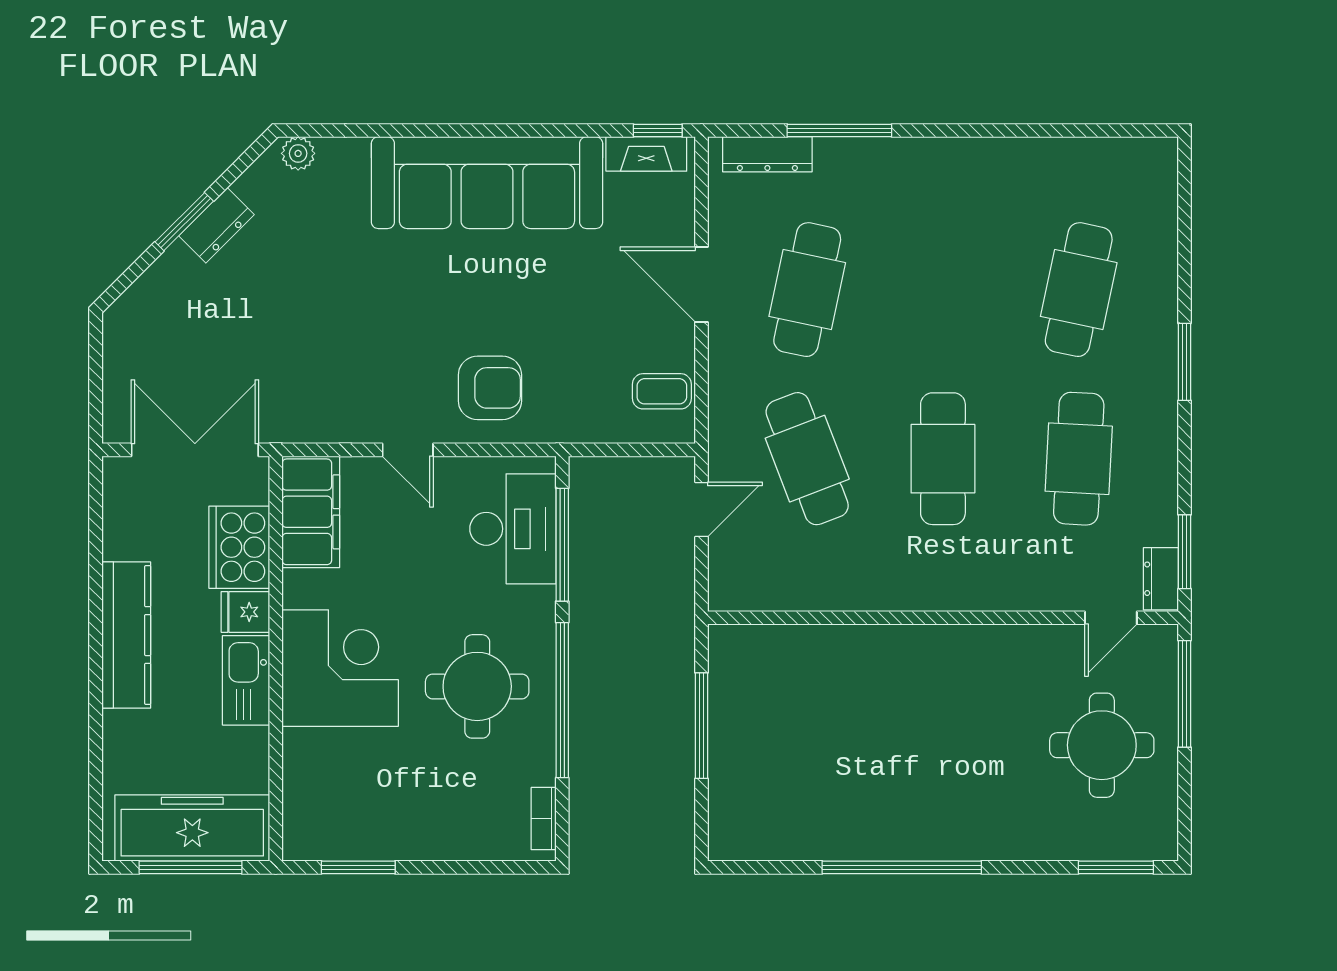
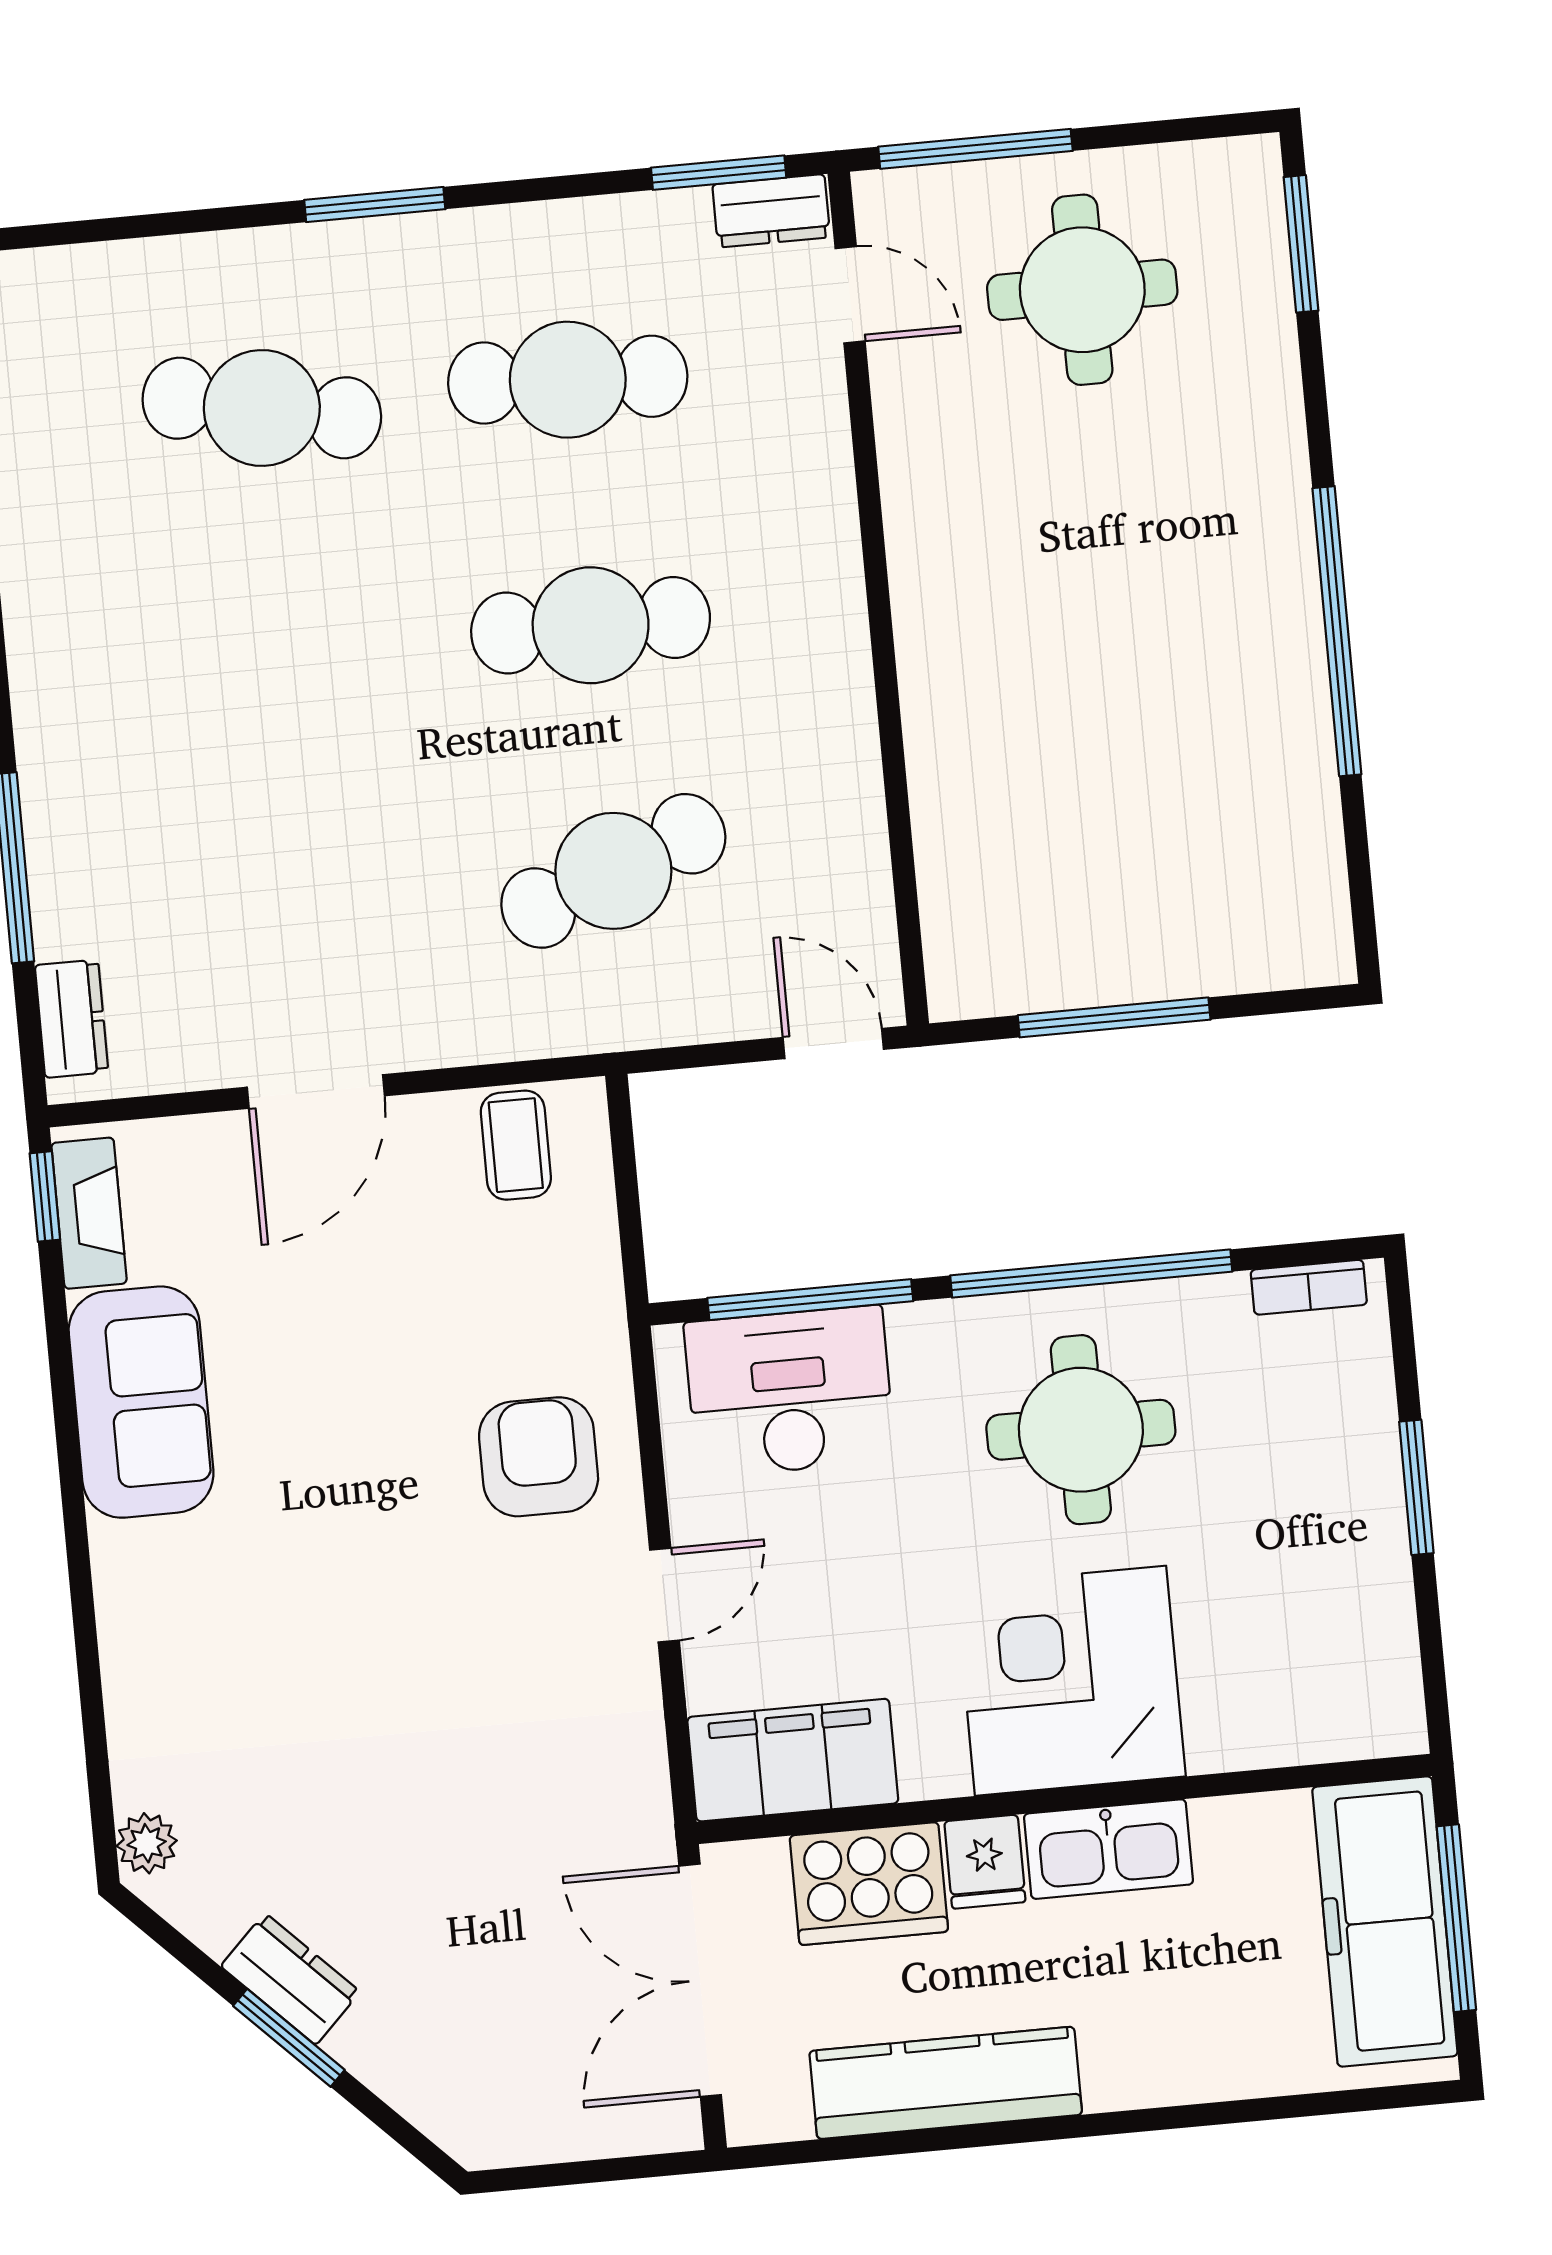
dresser: (767, 154) -> (72, 1019), width x0.70
sofa: (487, 183) -> (141, 1402), width x0.54, depth x0.79
cafe table: (807, 290) -> (307, 899), removed
door: (701, 509) -> (833, 1043), moved
kitchen counter: (126, 635) -> (946, 2083), moved
window: (358, 867) -> (1416, 1487), moved

